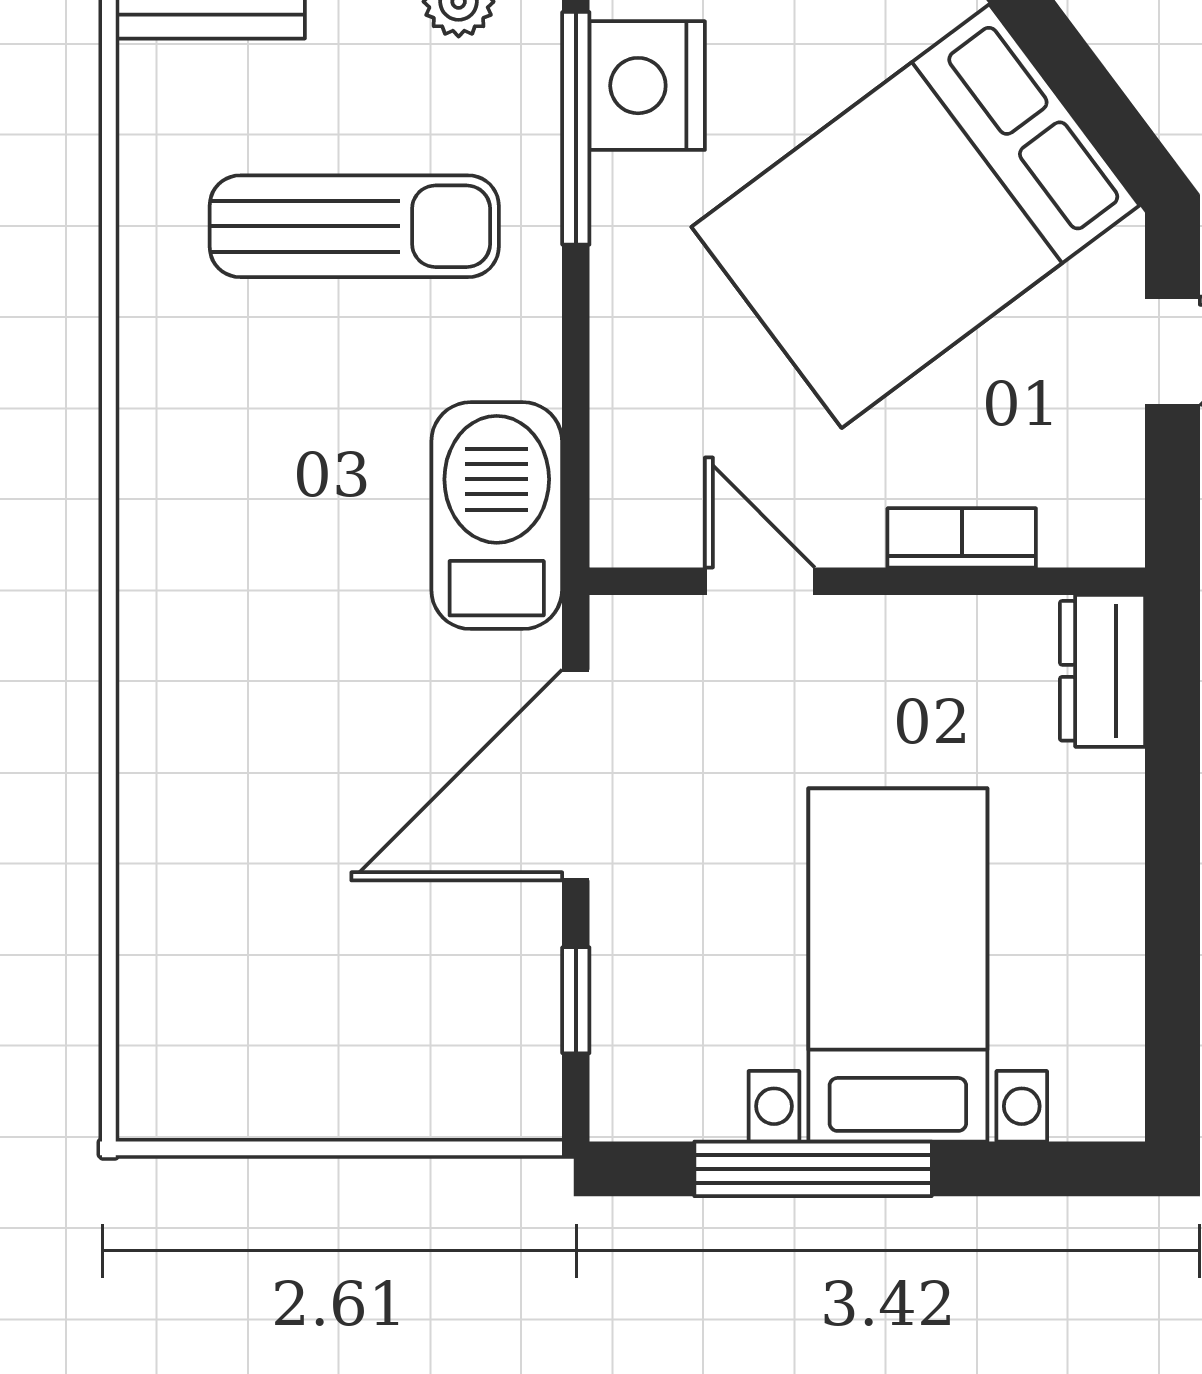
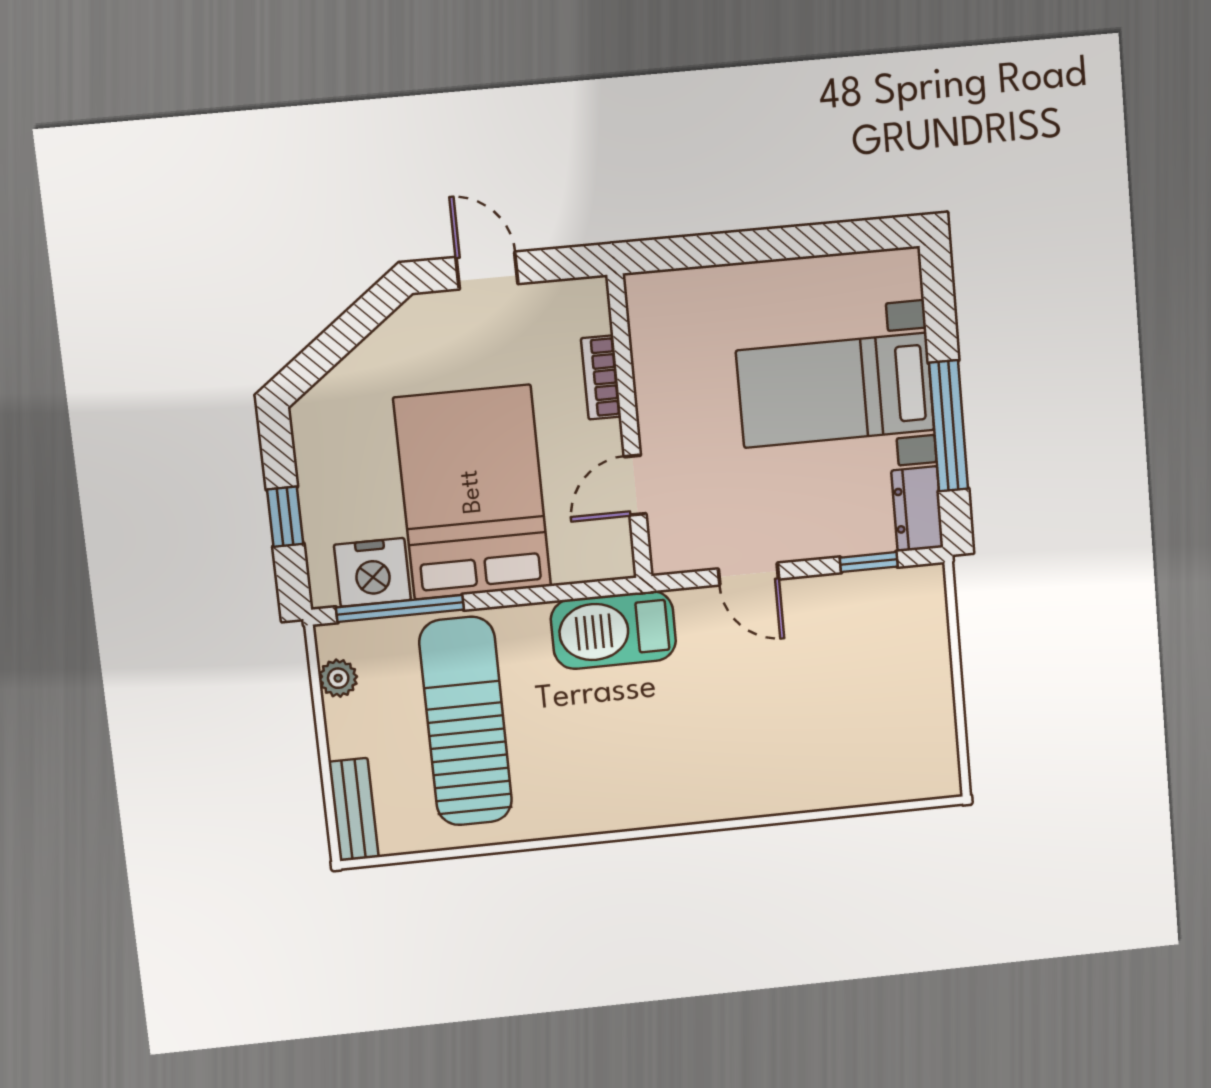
bed: (916, 216) -> (472, 492), moved, turned -143
sun lounger: (354, 226) -> (466, 721), width x1.36, depth x1.34
dresser: (1102, 671) -> (917, 509), moved, turned 90
door: (576, 775) -> (748, 574), width x0.53

